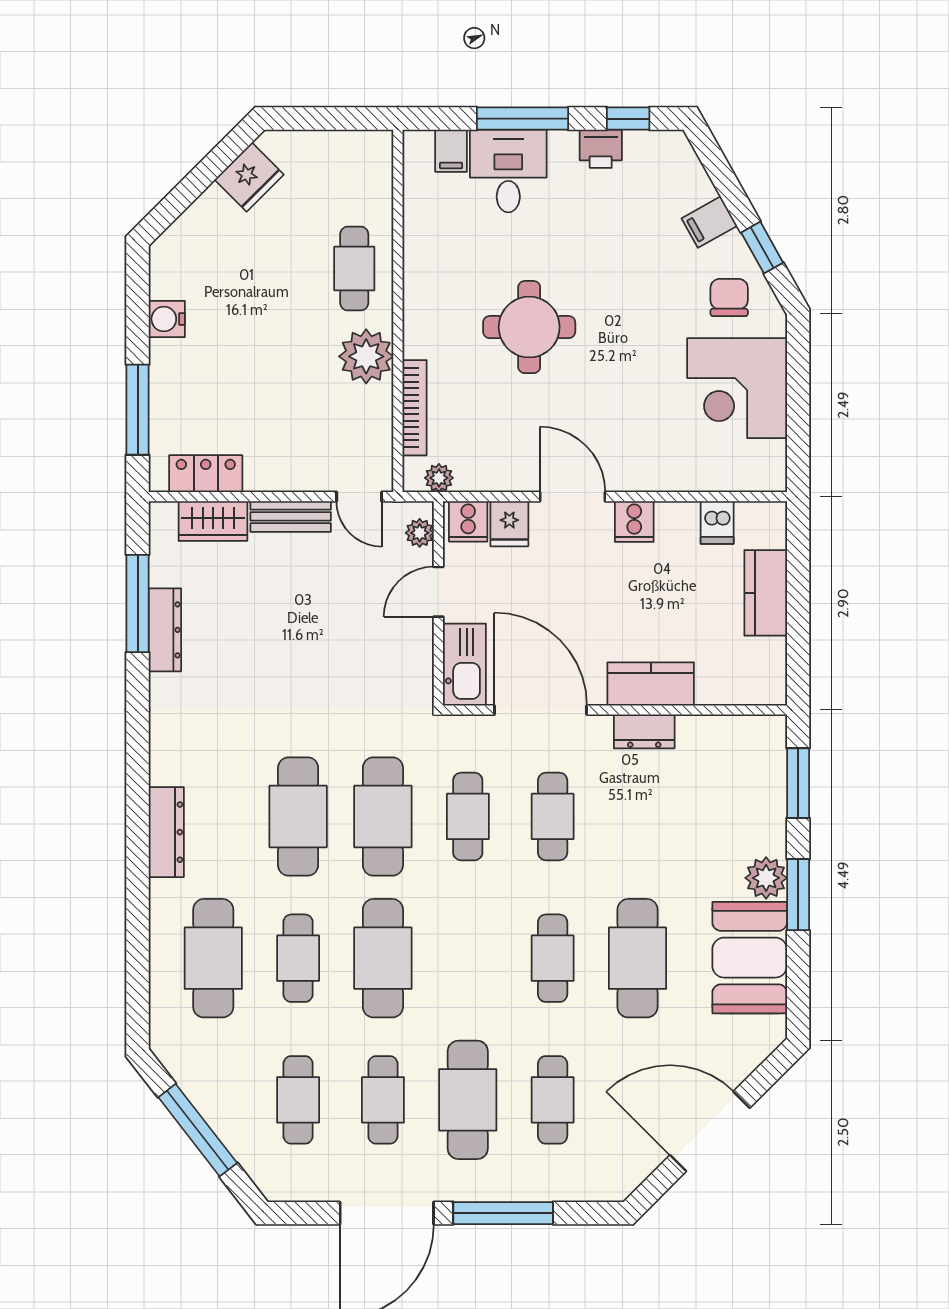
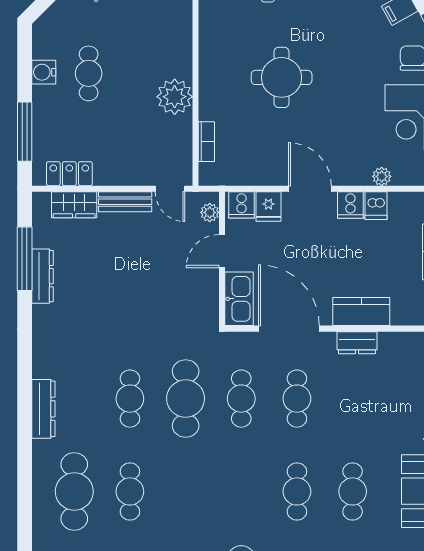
cafe table: (354, 269) -> (89, 73), moved
bookcase: (415, 408) -> (206, 142), width x0.64
plant: (439, 478) -> (382, 176), moved
dishwasher: (717, 522) -> (376, 206), moved
cafe table: (298, 816) -> (130, 399), width x0.73, depth x0.74
cafe table: (383, 958) -> (186, 491), removed
cafe table: (638, 958) -> (353, 491), width x0.73, depth x0.74

